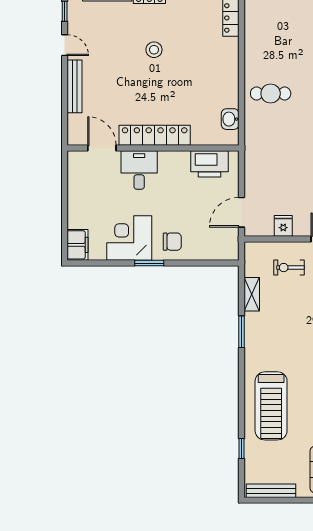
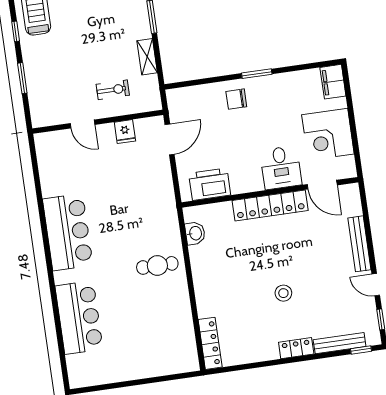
corner desk: (129, 238) -> (328, 134), moved, turned 90

